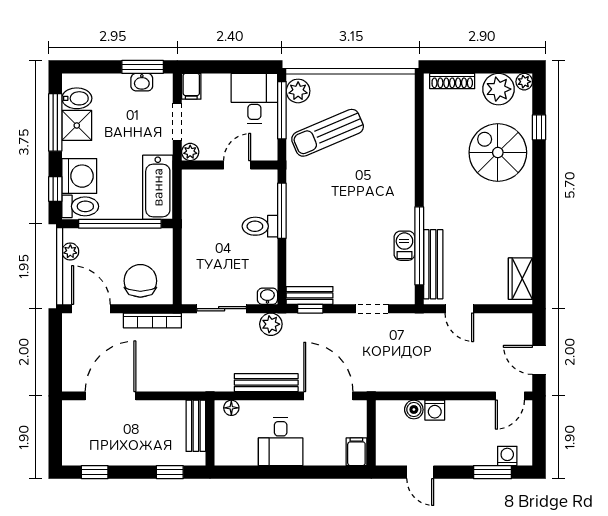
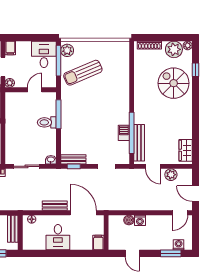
plant: (271, 324) -> (171, 175), moved
bench: (266, 383) -> (55, 206), width x0.73

